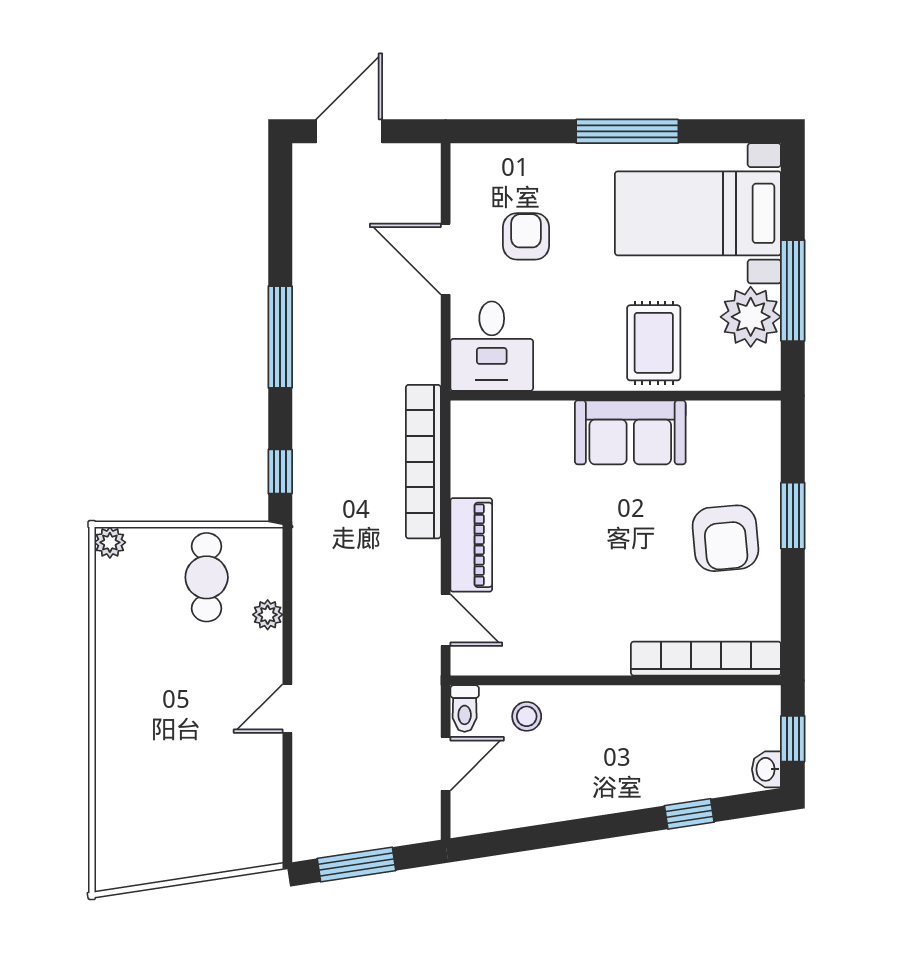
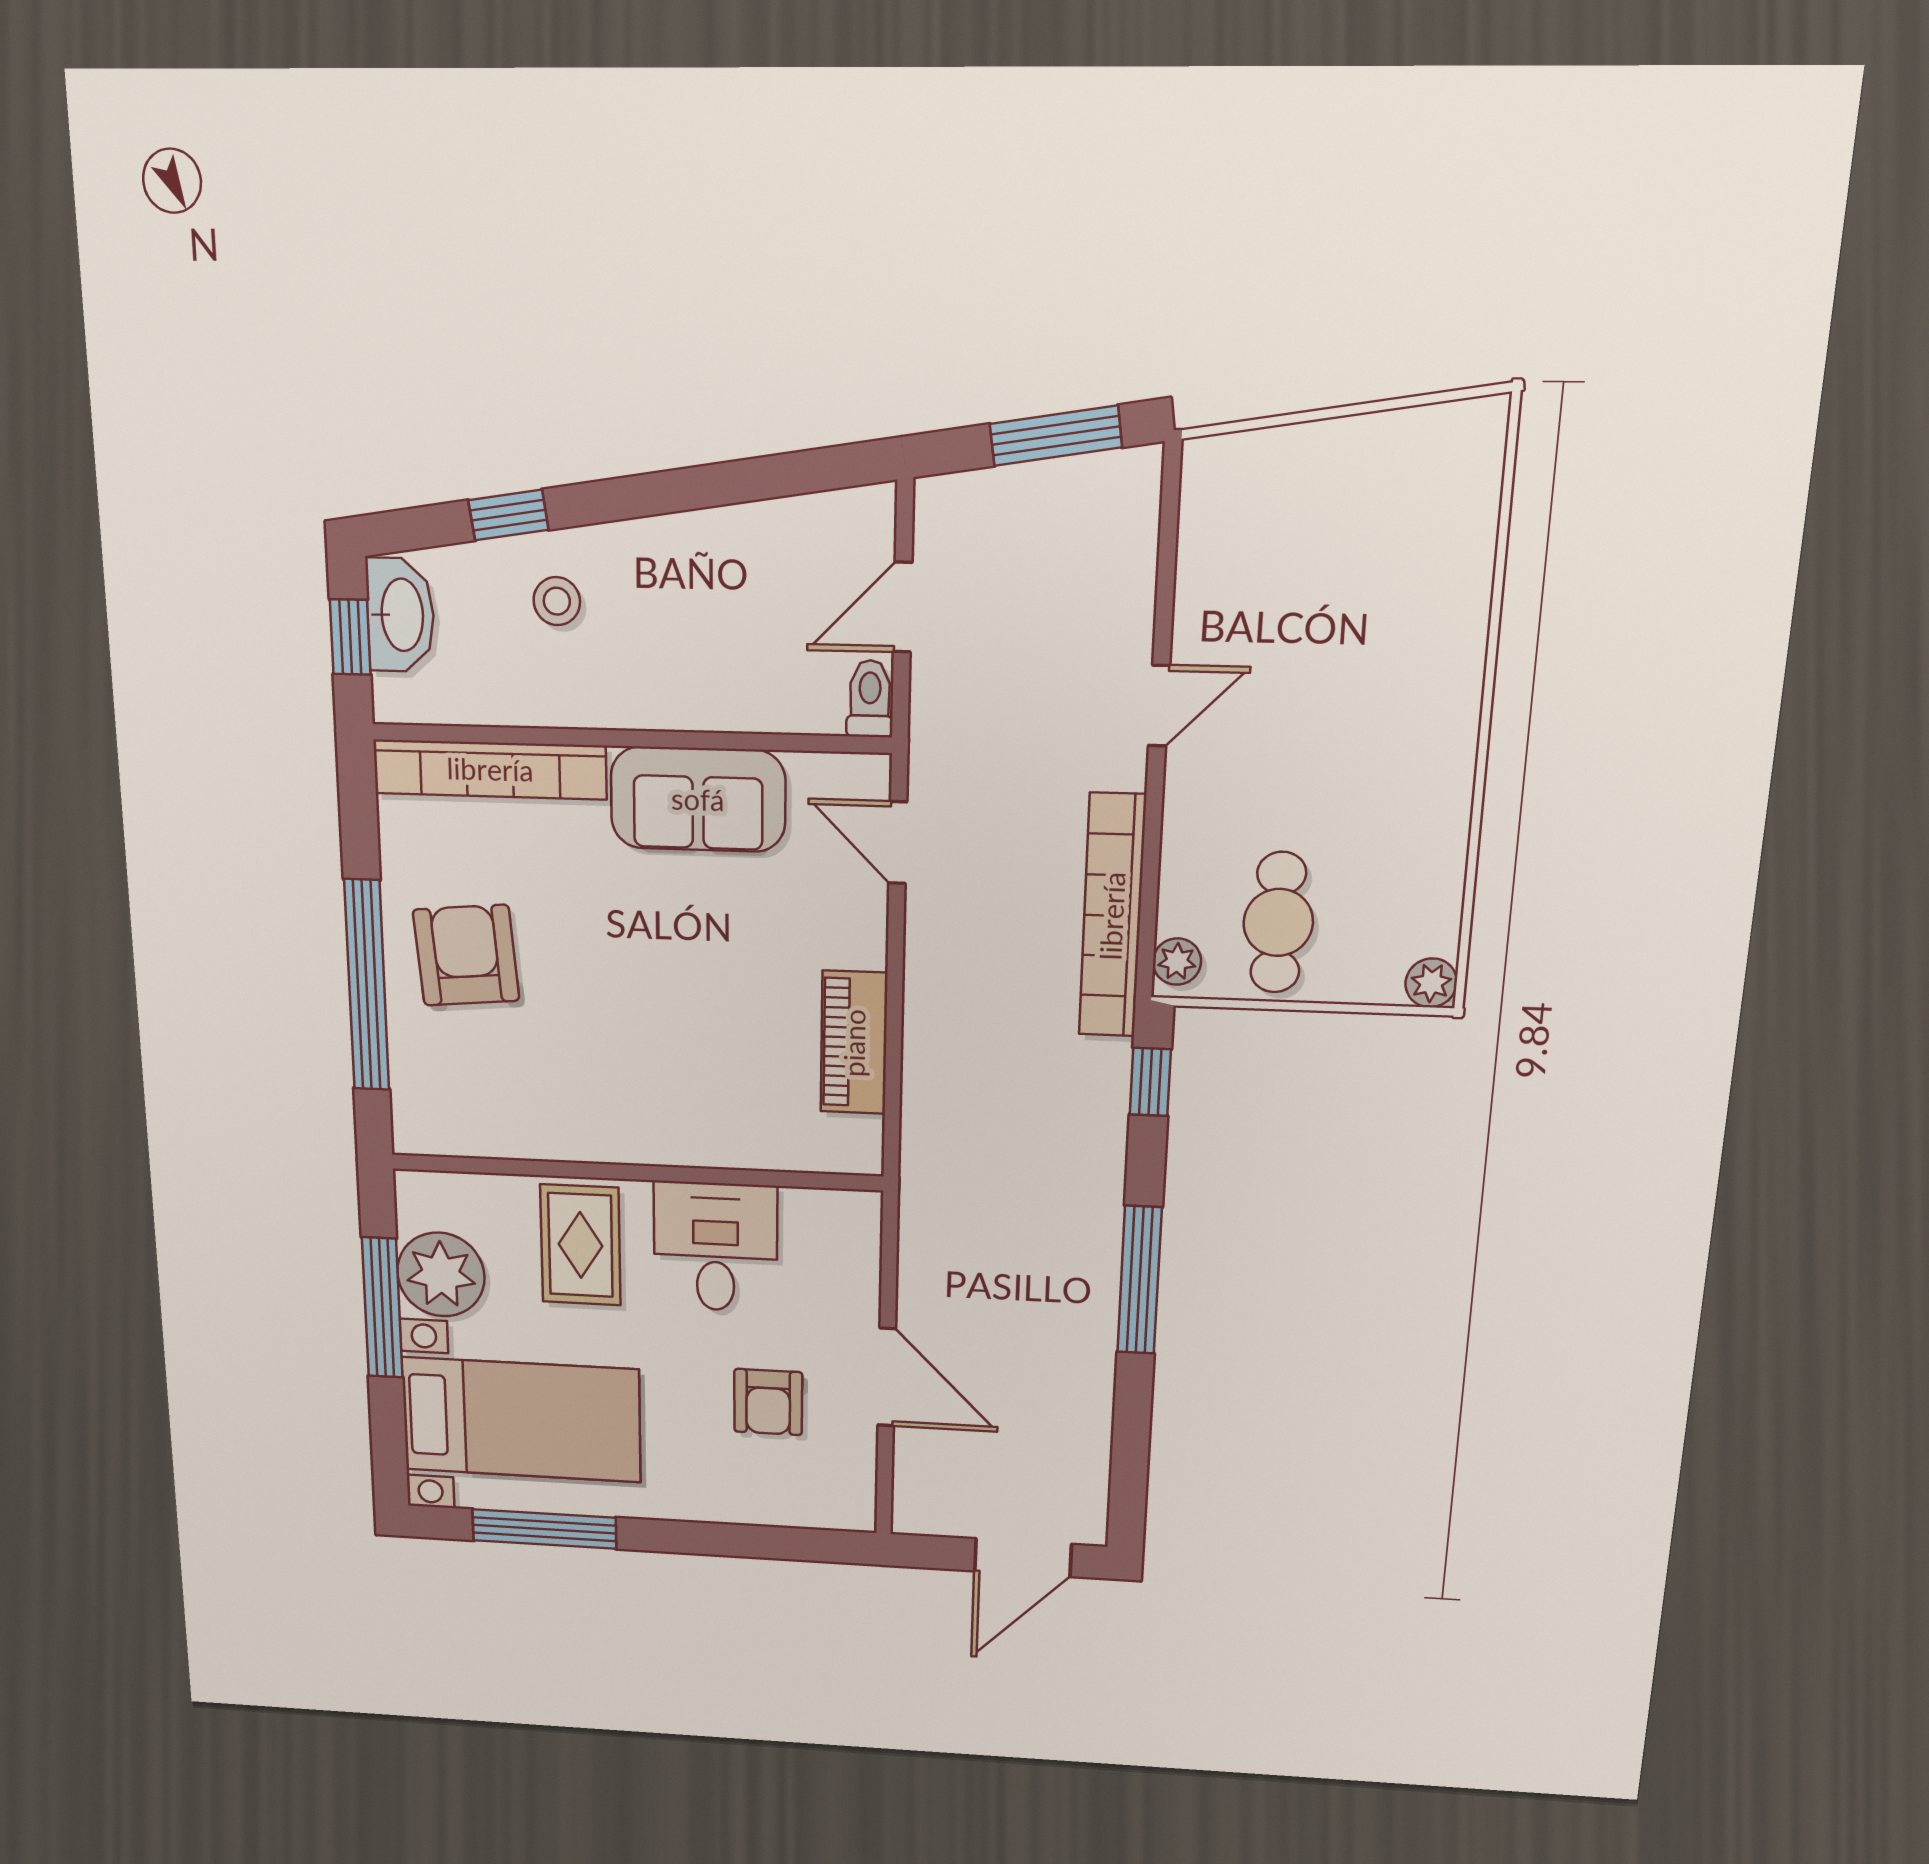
window: (627, 131) -> (544, 1529), moved
desk: (492, 346) -> (715, 1247), moved
sofa: (630, 432) -> (698, 799), moved, turned 180
bookcase: (423, 462) -> (1112, 916), moved, turned 180
window: (793, 516) -> (367, 985), width x2.11
piano: (471, 545) -> (854, 1043), moved
plant: (268, 615) -> (1177, 962), moved
stool: (527, 716) -> (557, 601), moved
washbasin: (766, 769) -> (400, 615), width x1.91, depth x1.45

